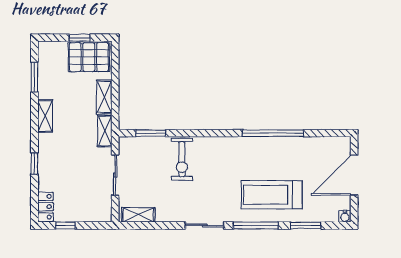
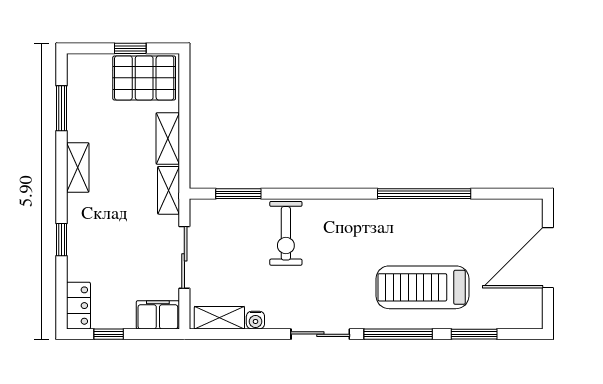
filing cabinet: (98, 213) -> (158, 315), added
water cooler: (345, 216) -> (255, 320), moved

